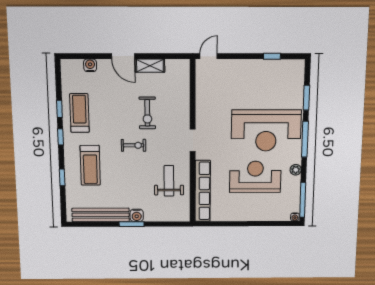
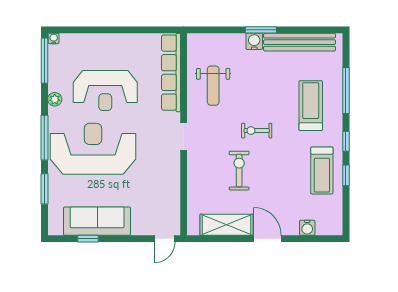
shelving: (150, 66) -> (226, 225), width x1.50, depth x1.33
sofa: (264, 71) -> (97, 221), added
window: (62, 177) -> (346, 90), width x2.17

